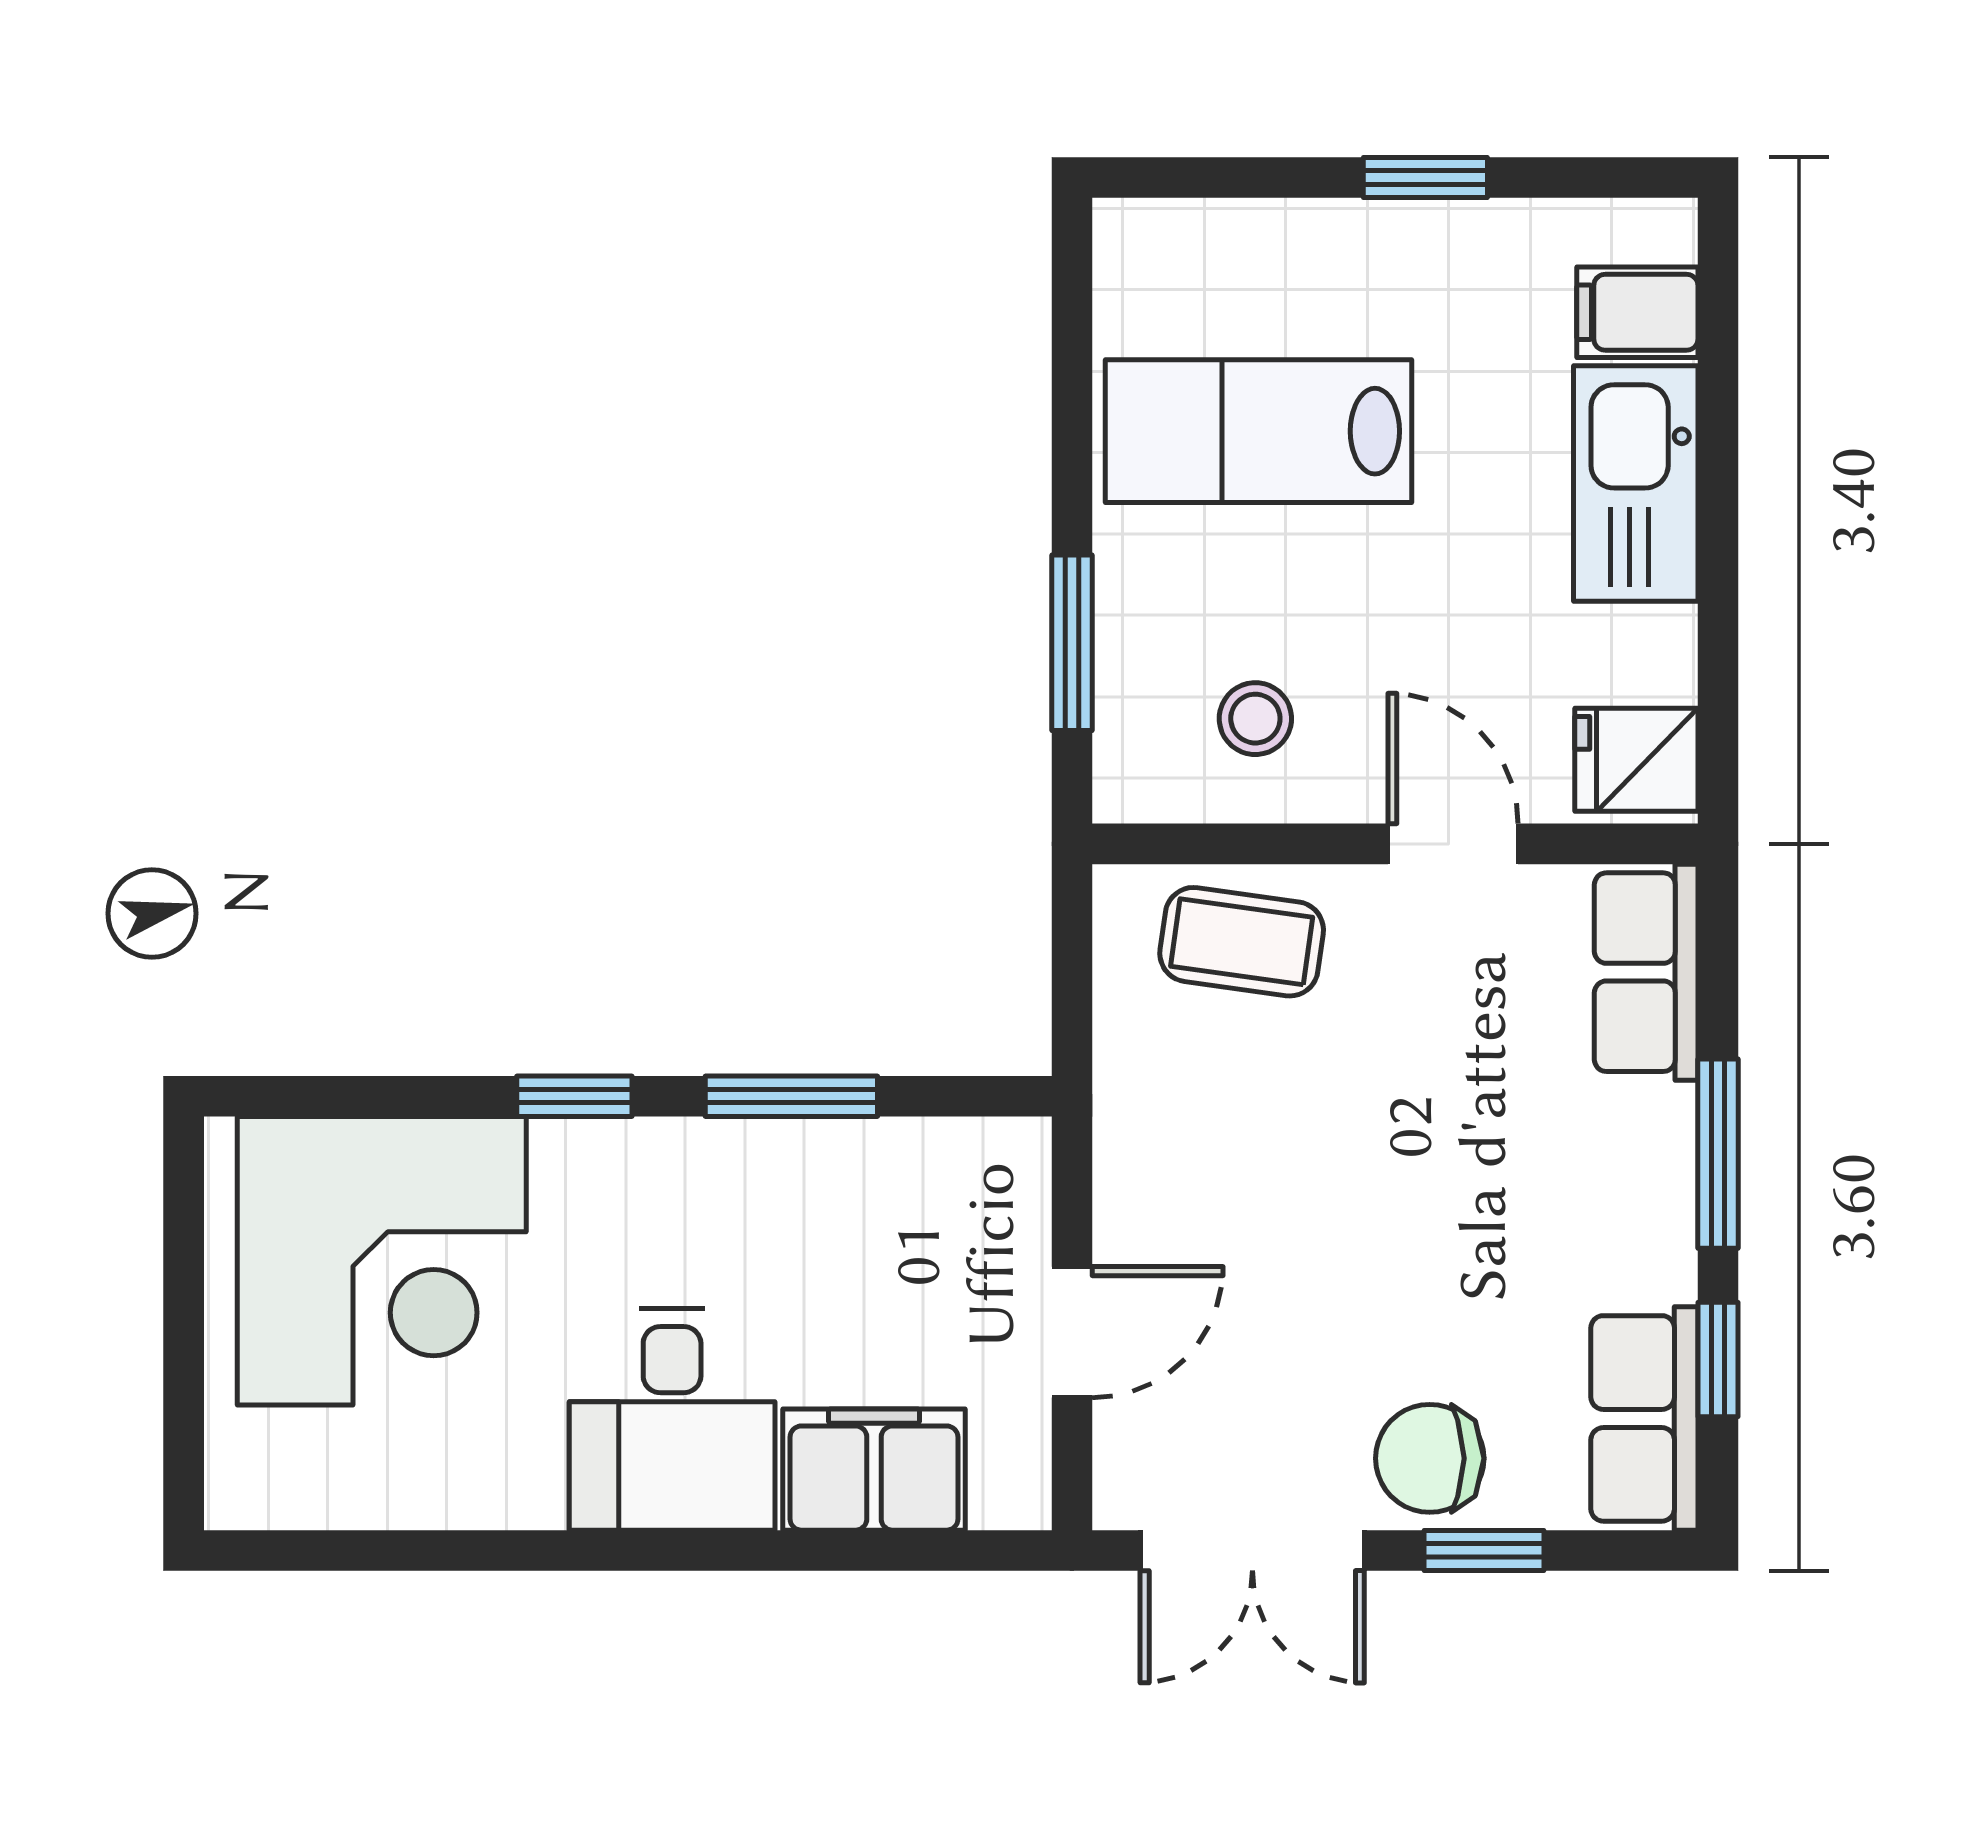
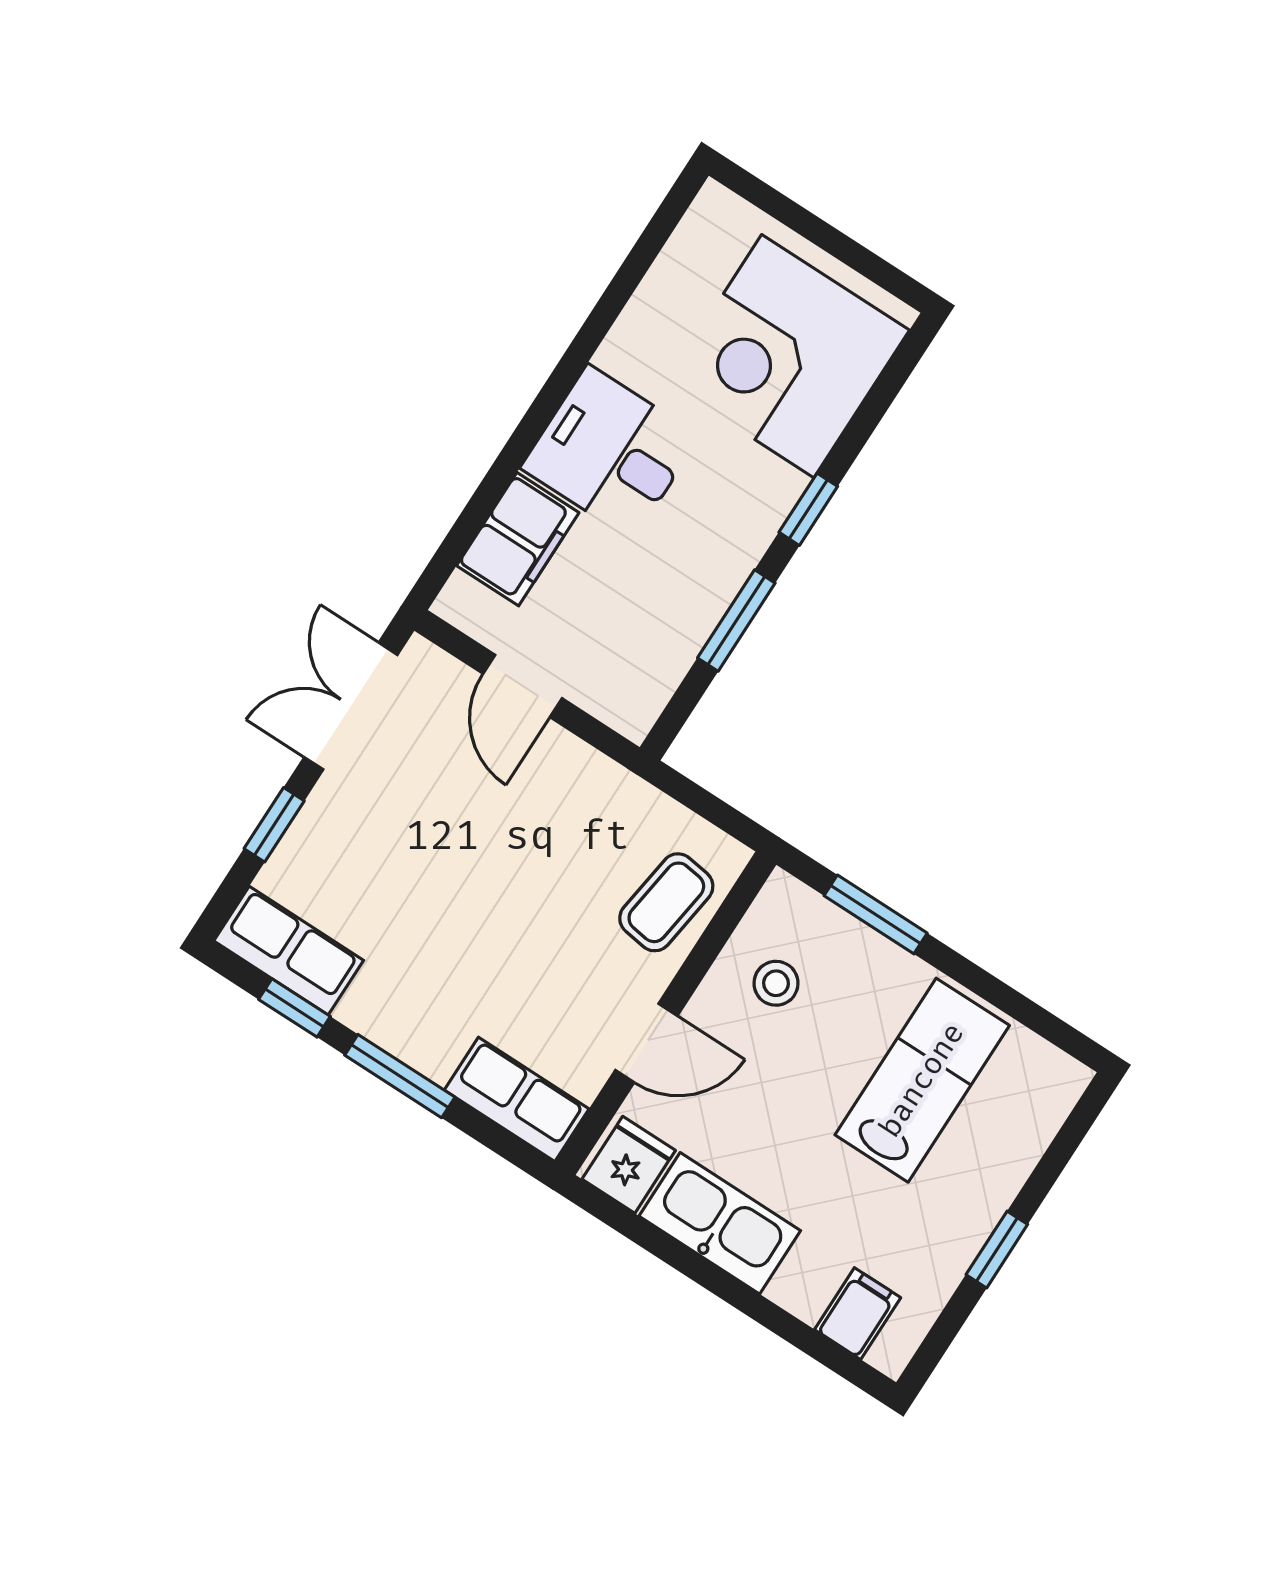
kitchen sink: (1636, 483) -> (720, 1223), moved
chair: (1430, 1458) -> (339, 827), removed

